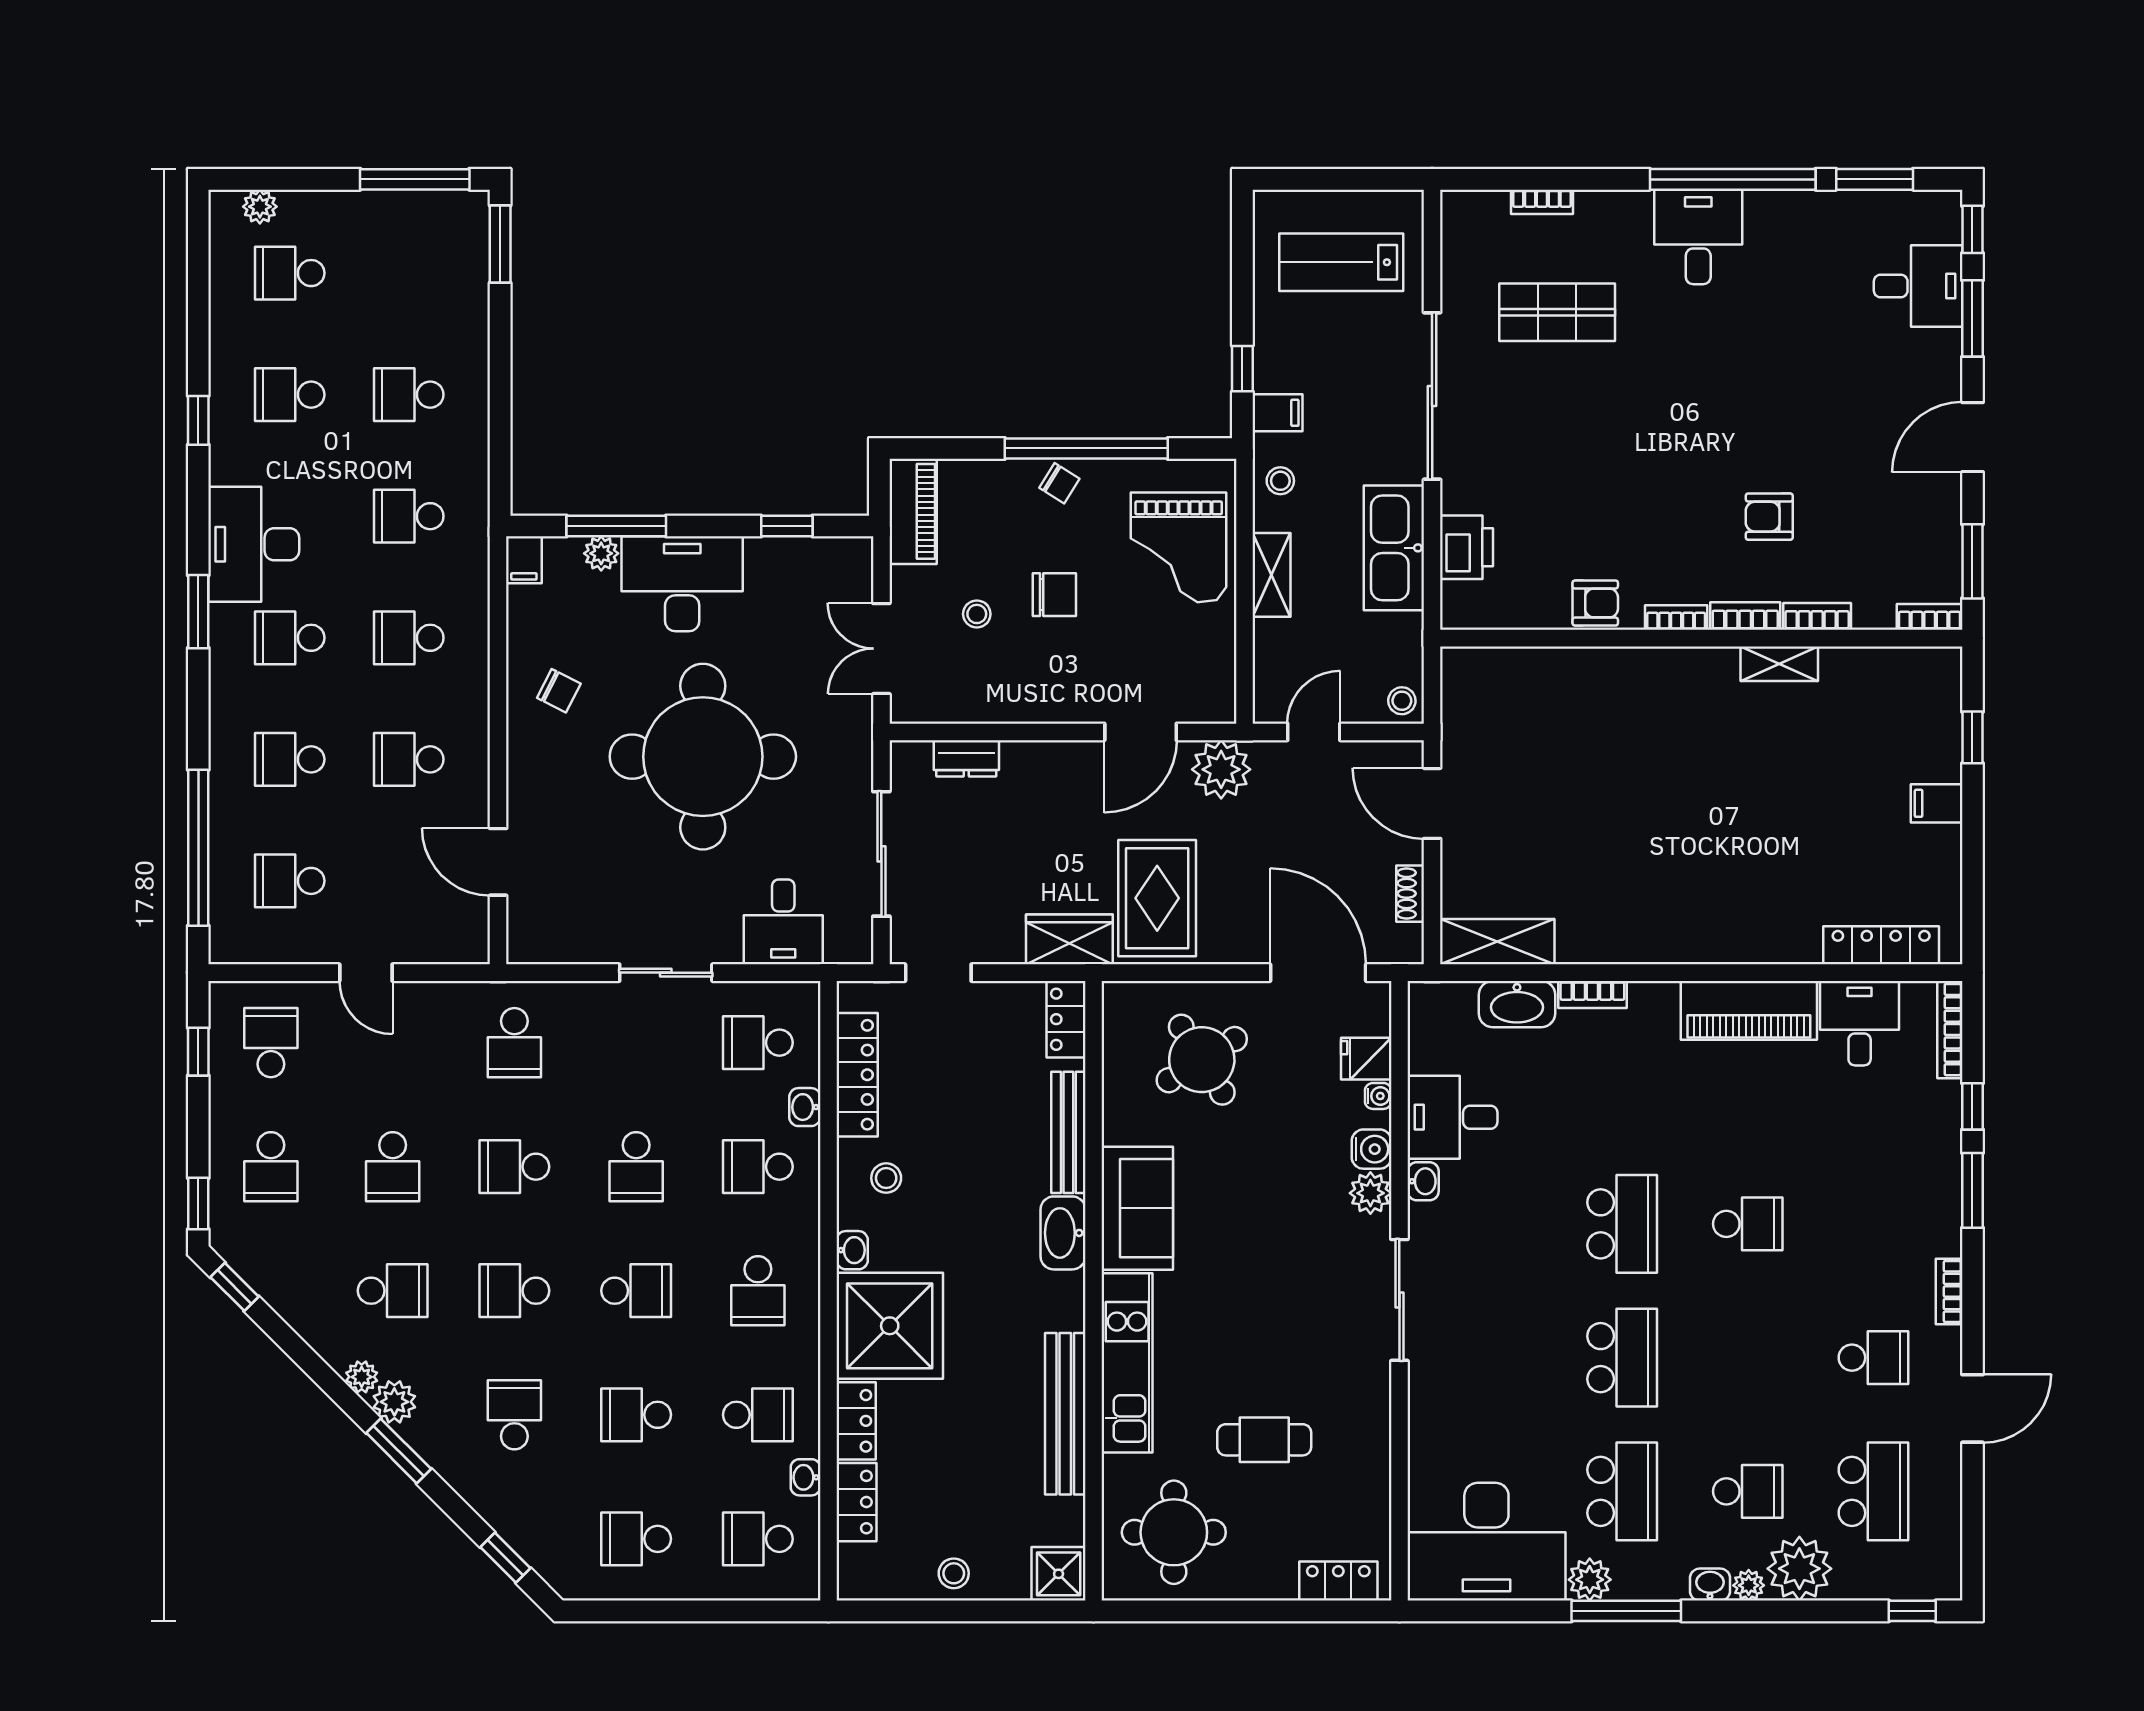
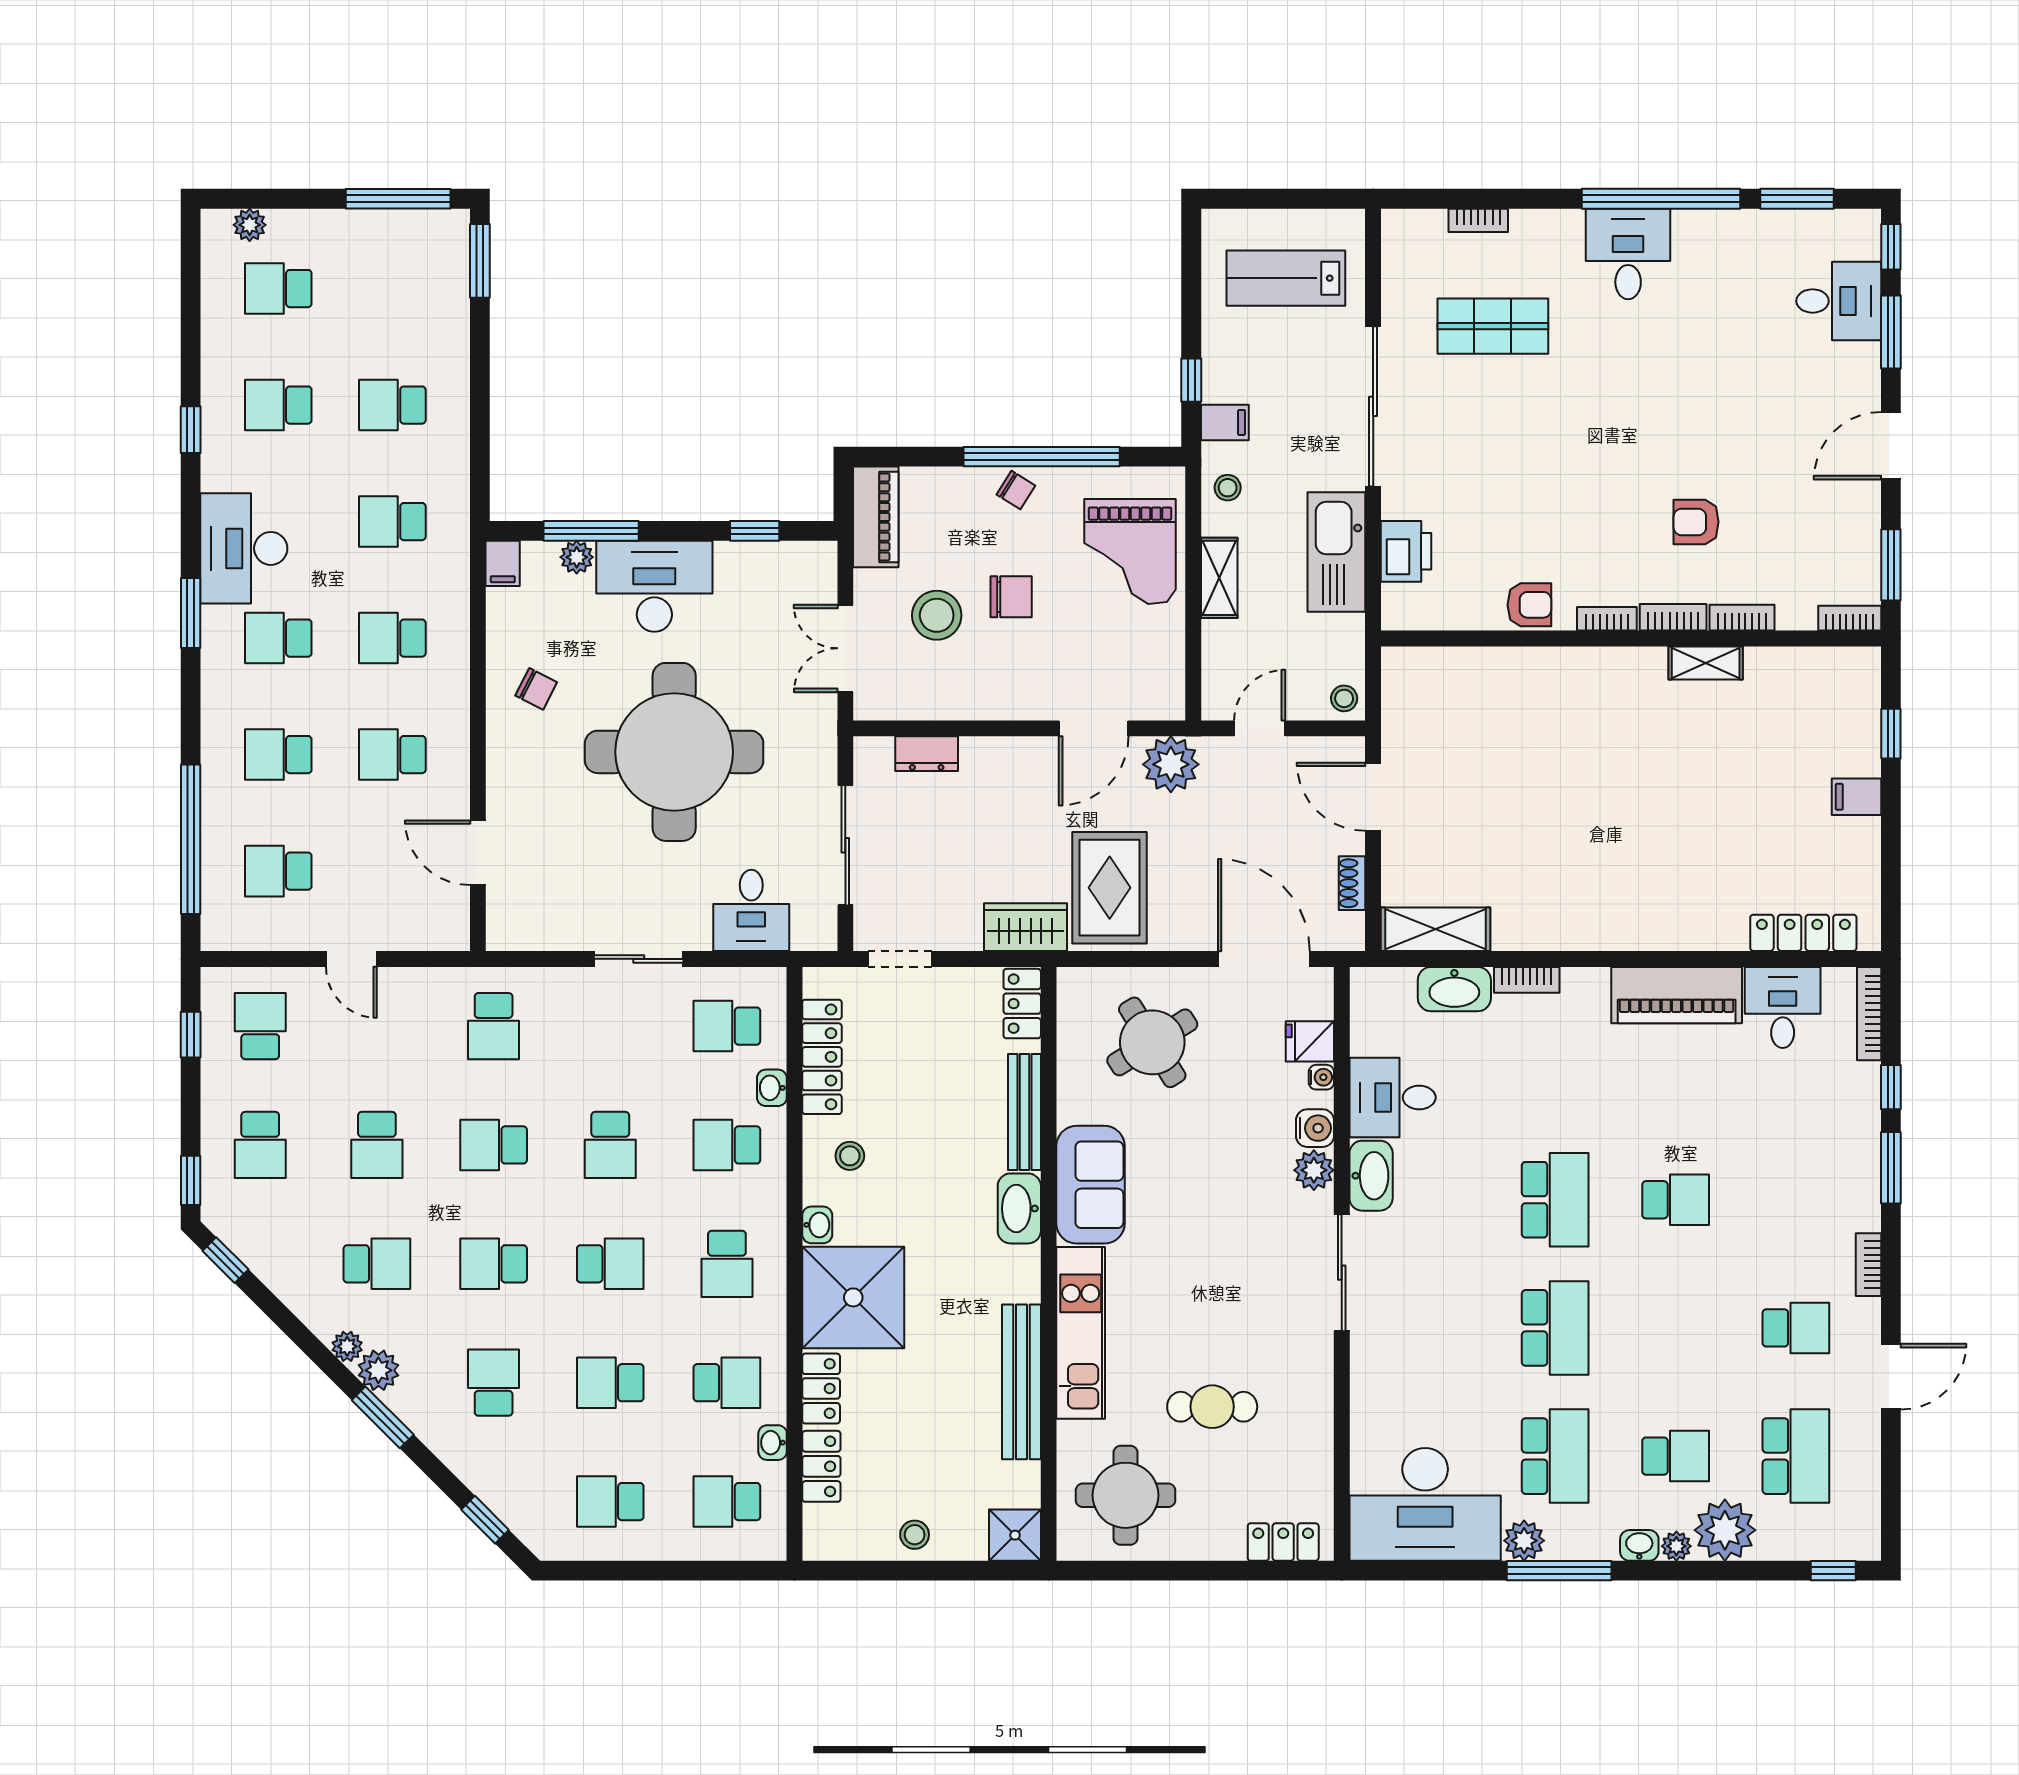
stool: (977, 614) -> (937, 615), width x1.89, depth x1.89
washbasin: (1423, 1181) -> (1371, 1176), width x1.91, depth x1.45

